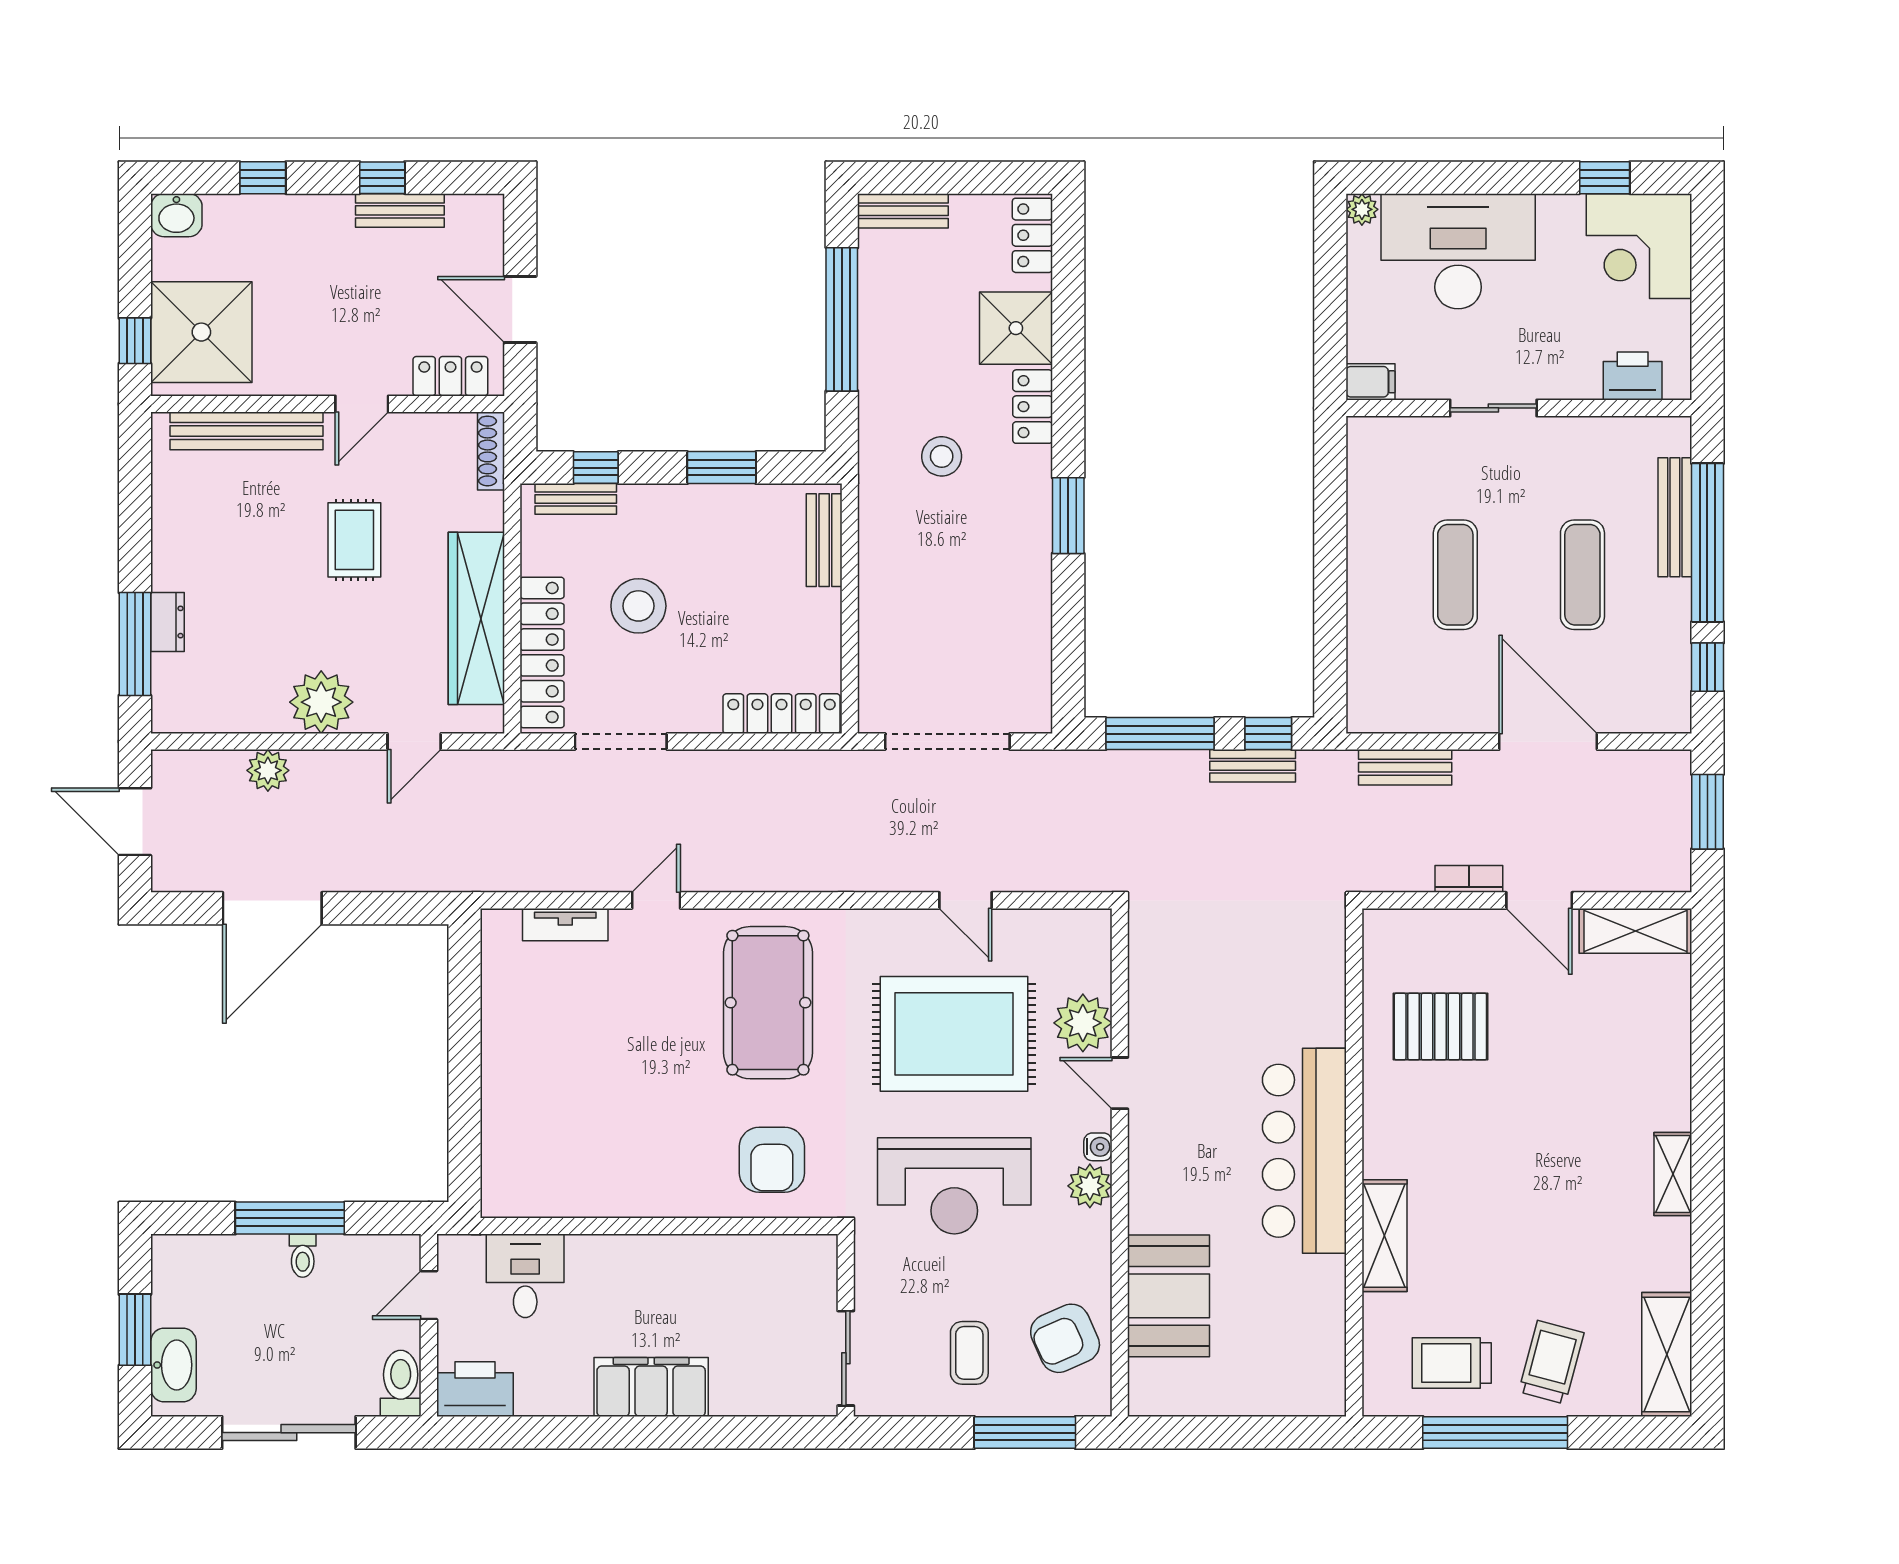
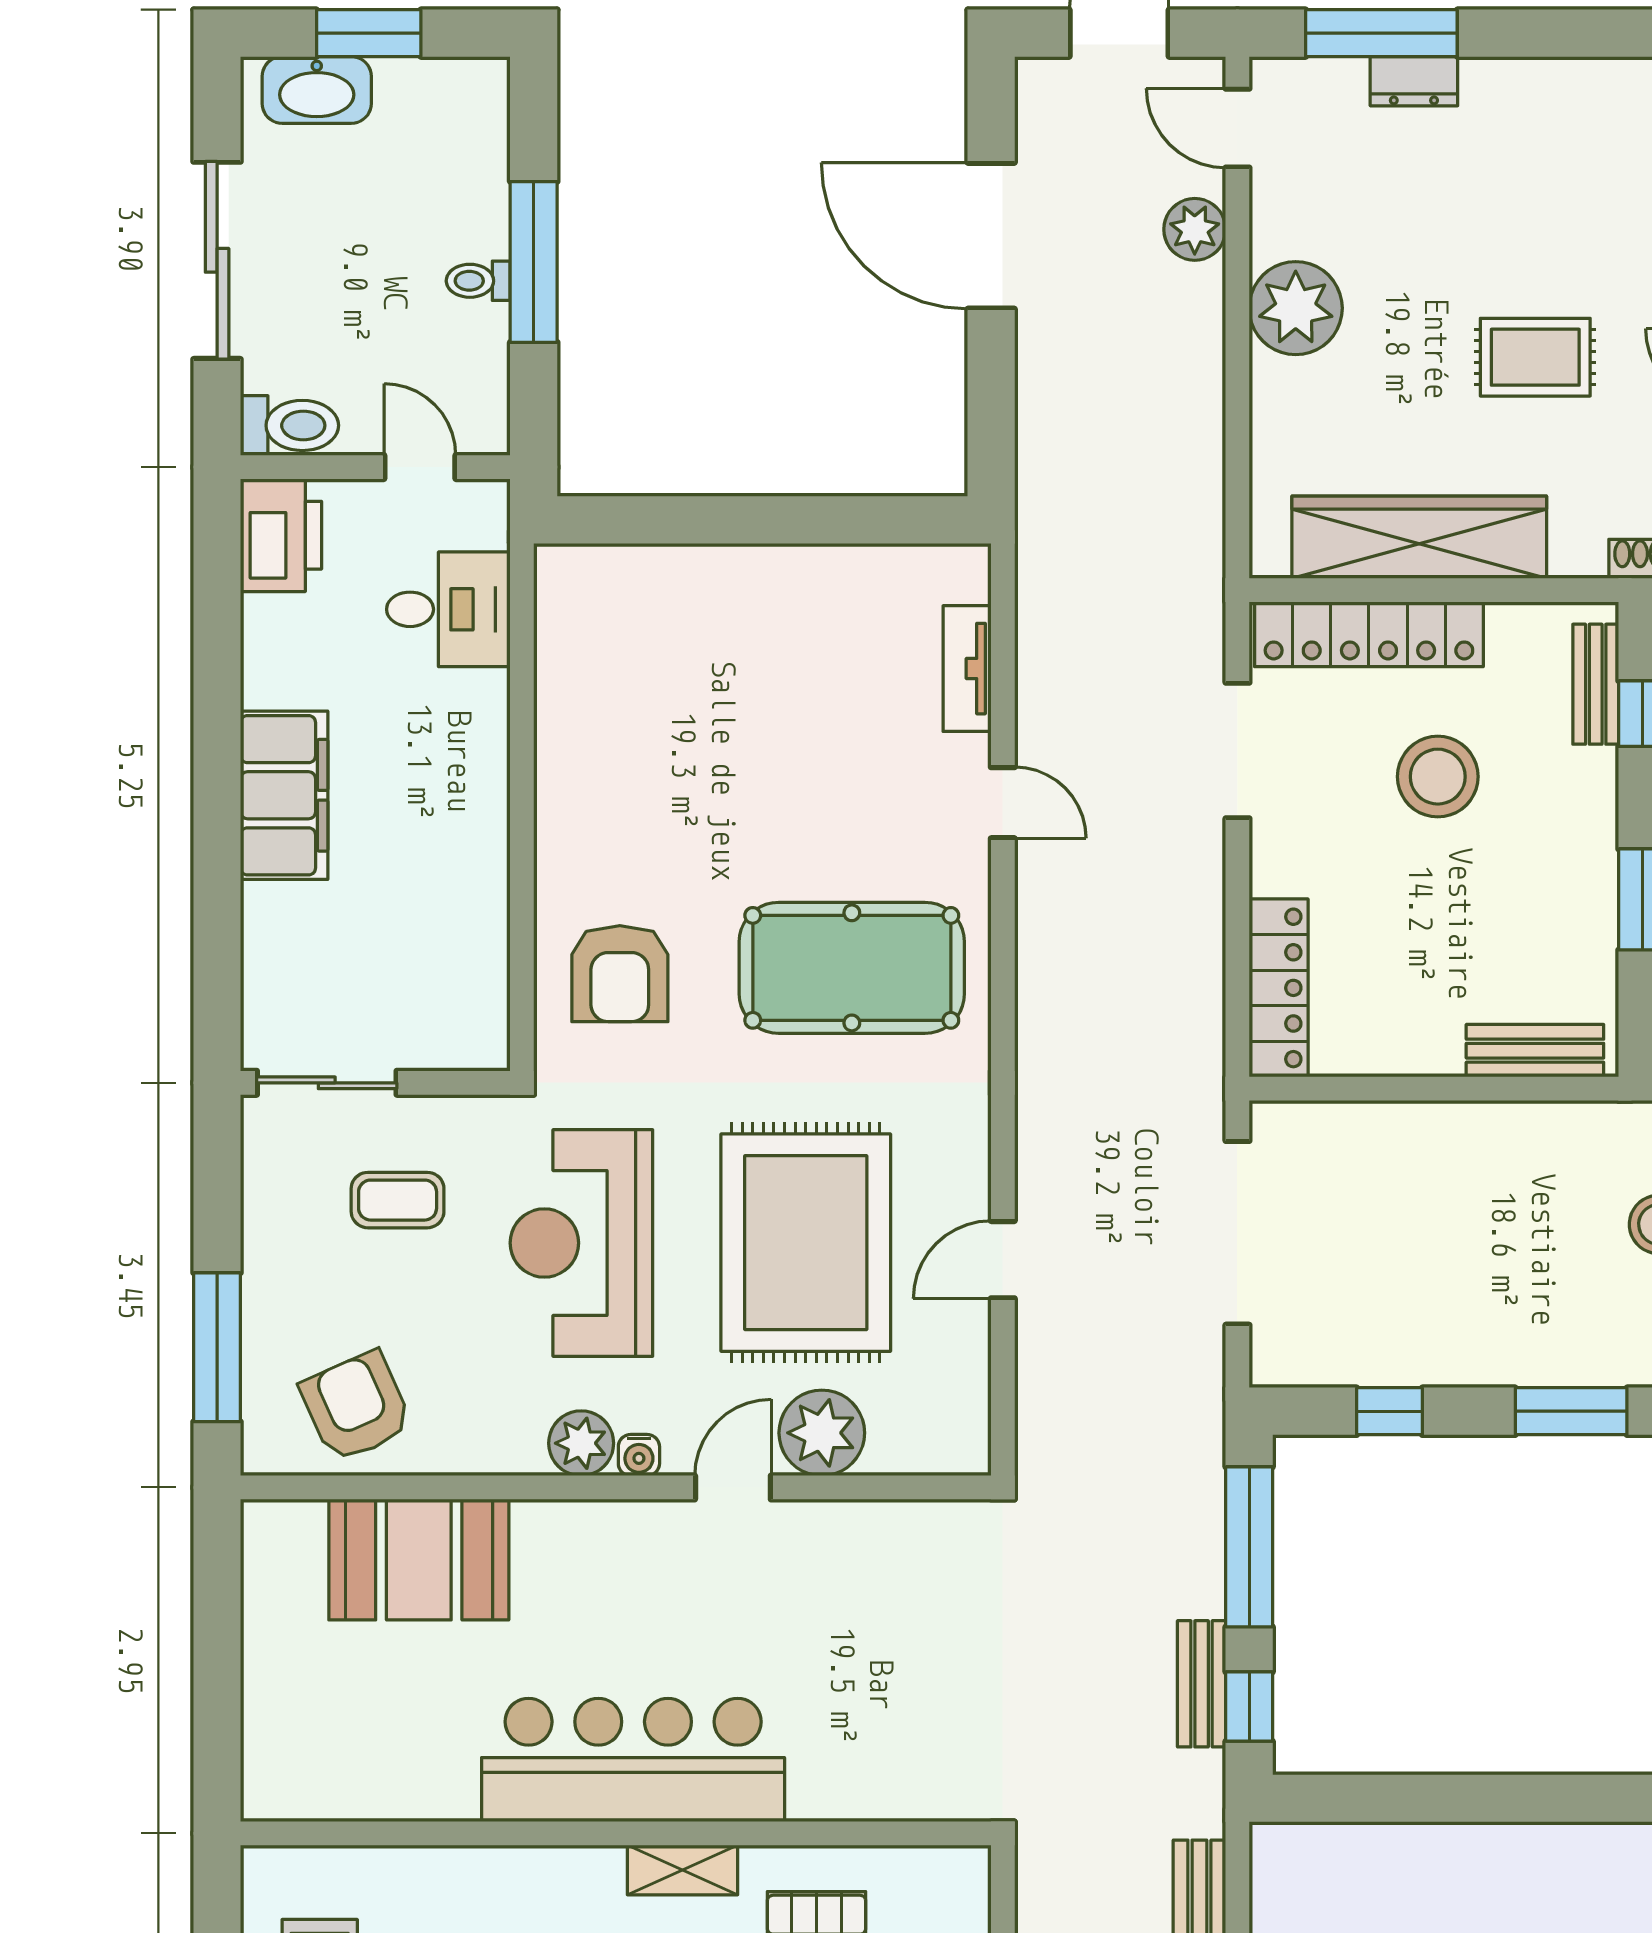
window: (1068, 639) -> (1390, 1411), added
door: (414, 742) -> (1237, 128), moved
armchair: (772, 1160) -> (620, 974), turned -90
shelving: (1384, 1236) -> (682, 1870), moved, width x0.67, depth x0.75
coffee table: (969, 1353) -> (398, 1200), moved

